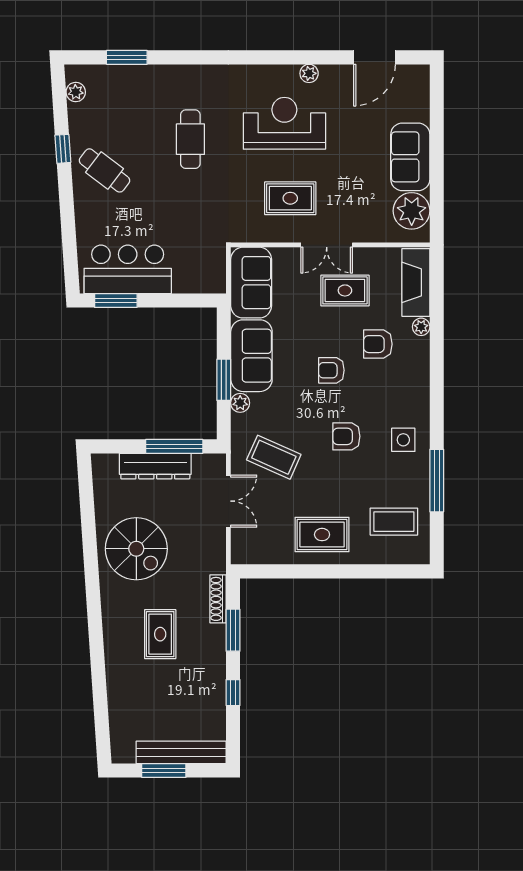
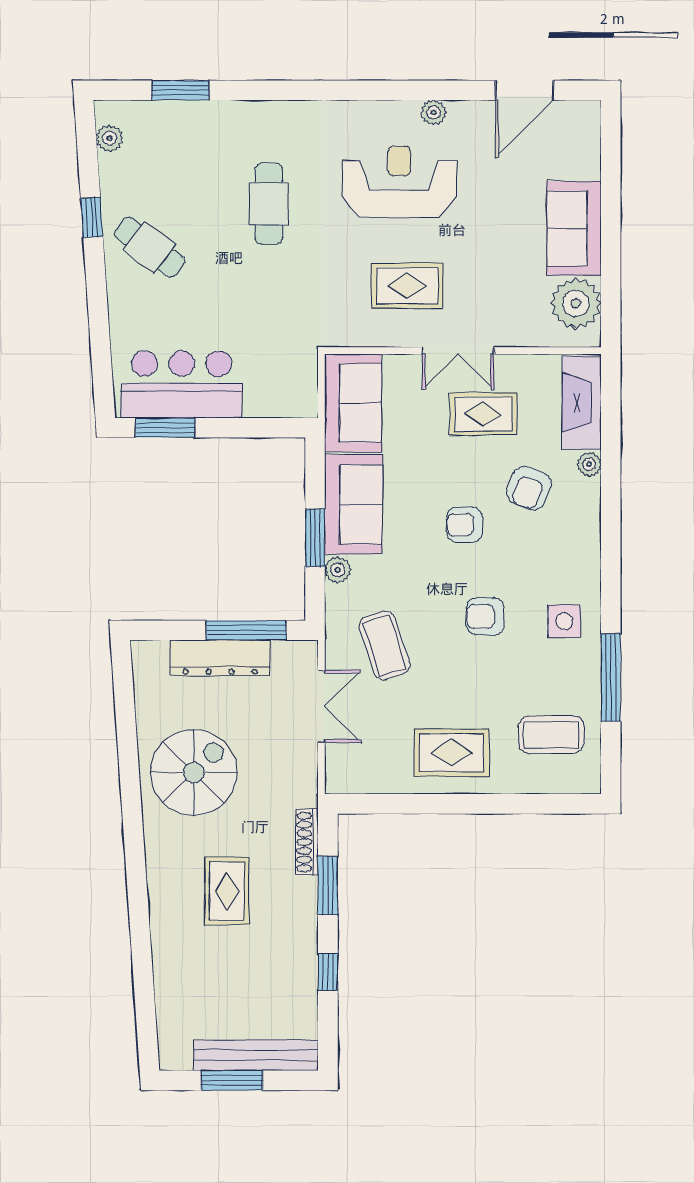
armchair: (378, 344) -> (529, 488), turned -69
coffee table: (274, 457) -> (385, 645), turned 48
spiral stairs: (136, 549) -> (194, 772), turned -90

